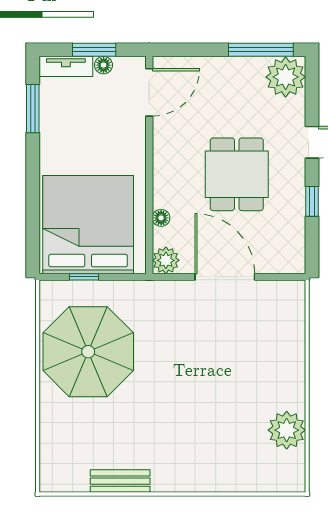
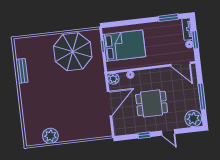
window: (261, 50) -> (202, 96), moved
bed: (88, 225) -> (124, 46), width x0.73

